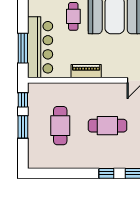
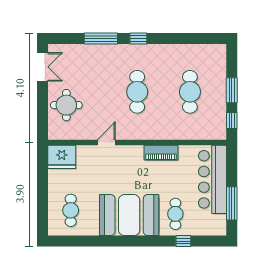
window: (23, 48) -> (232, 203), moved
cafe table: (107, 126) -> (137, 92), turned 90

